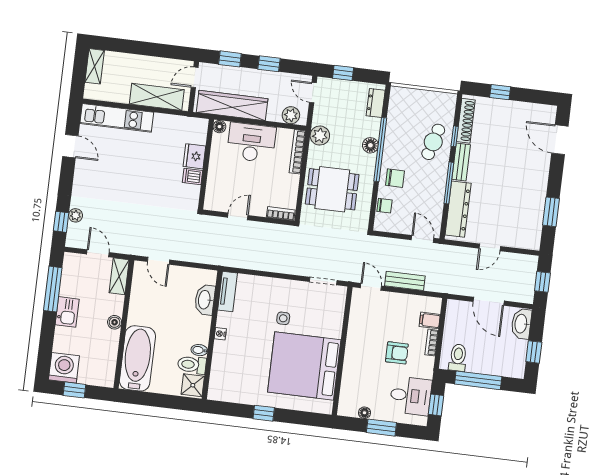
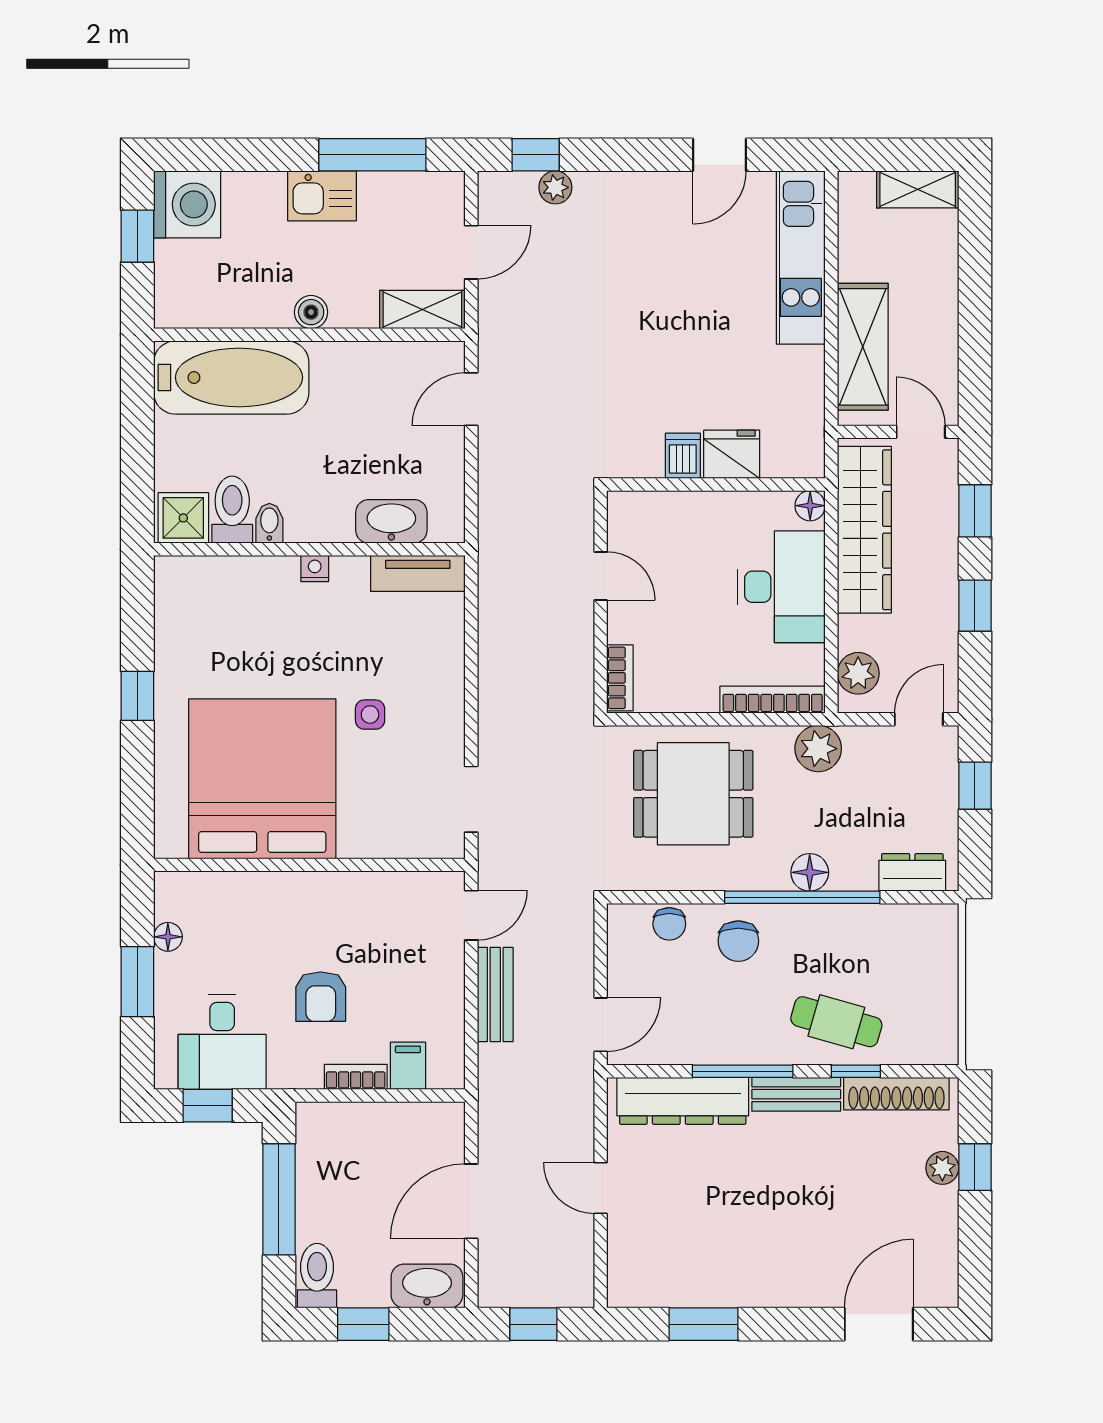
plant: (499, 106) -> (942, 1168), added
dining table: (332, 189) -> (693, 794), turned 90
toilet: (458, 358) -> (317, 1276), moved, turned -90

